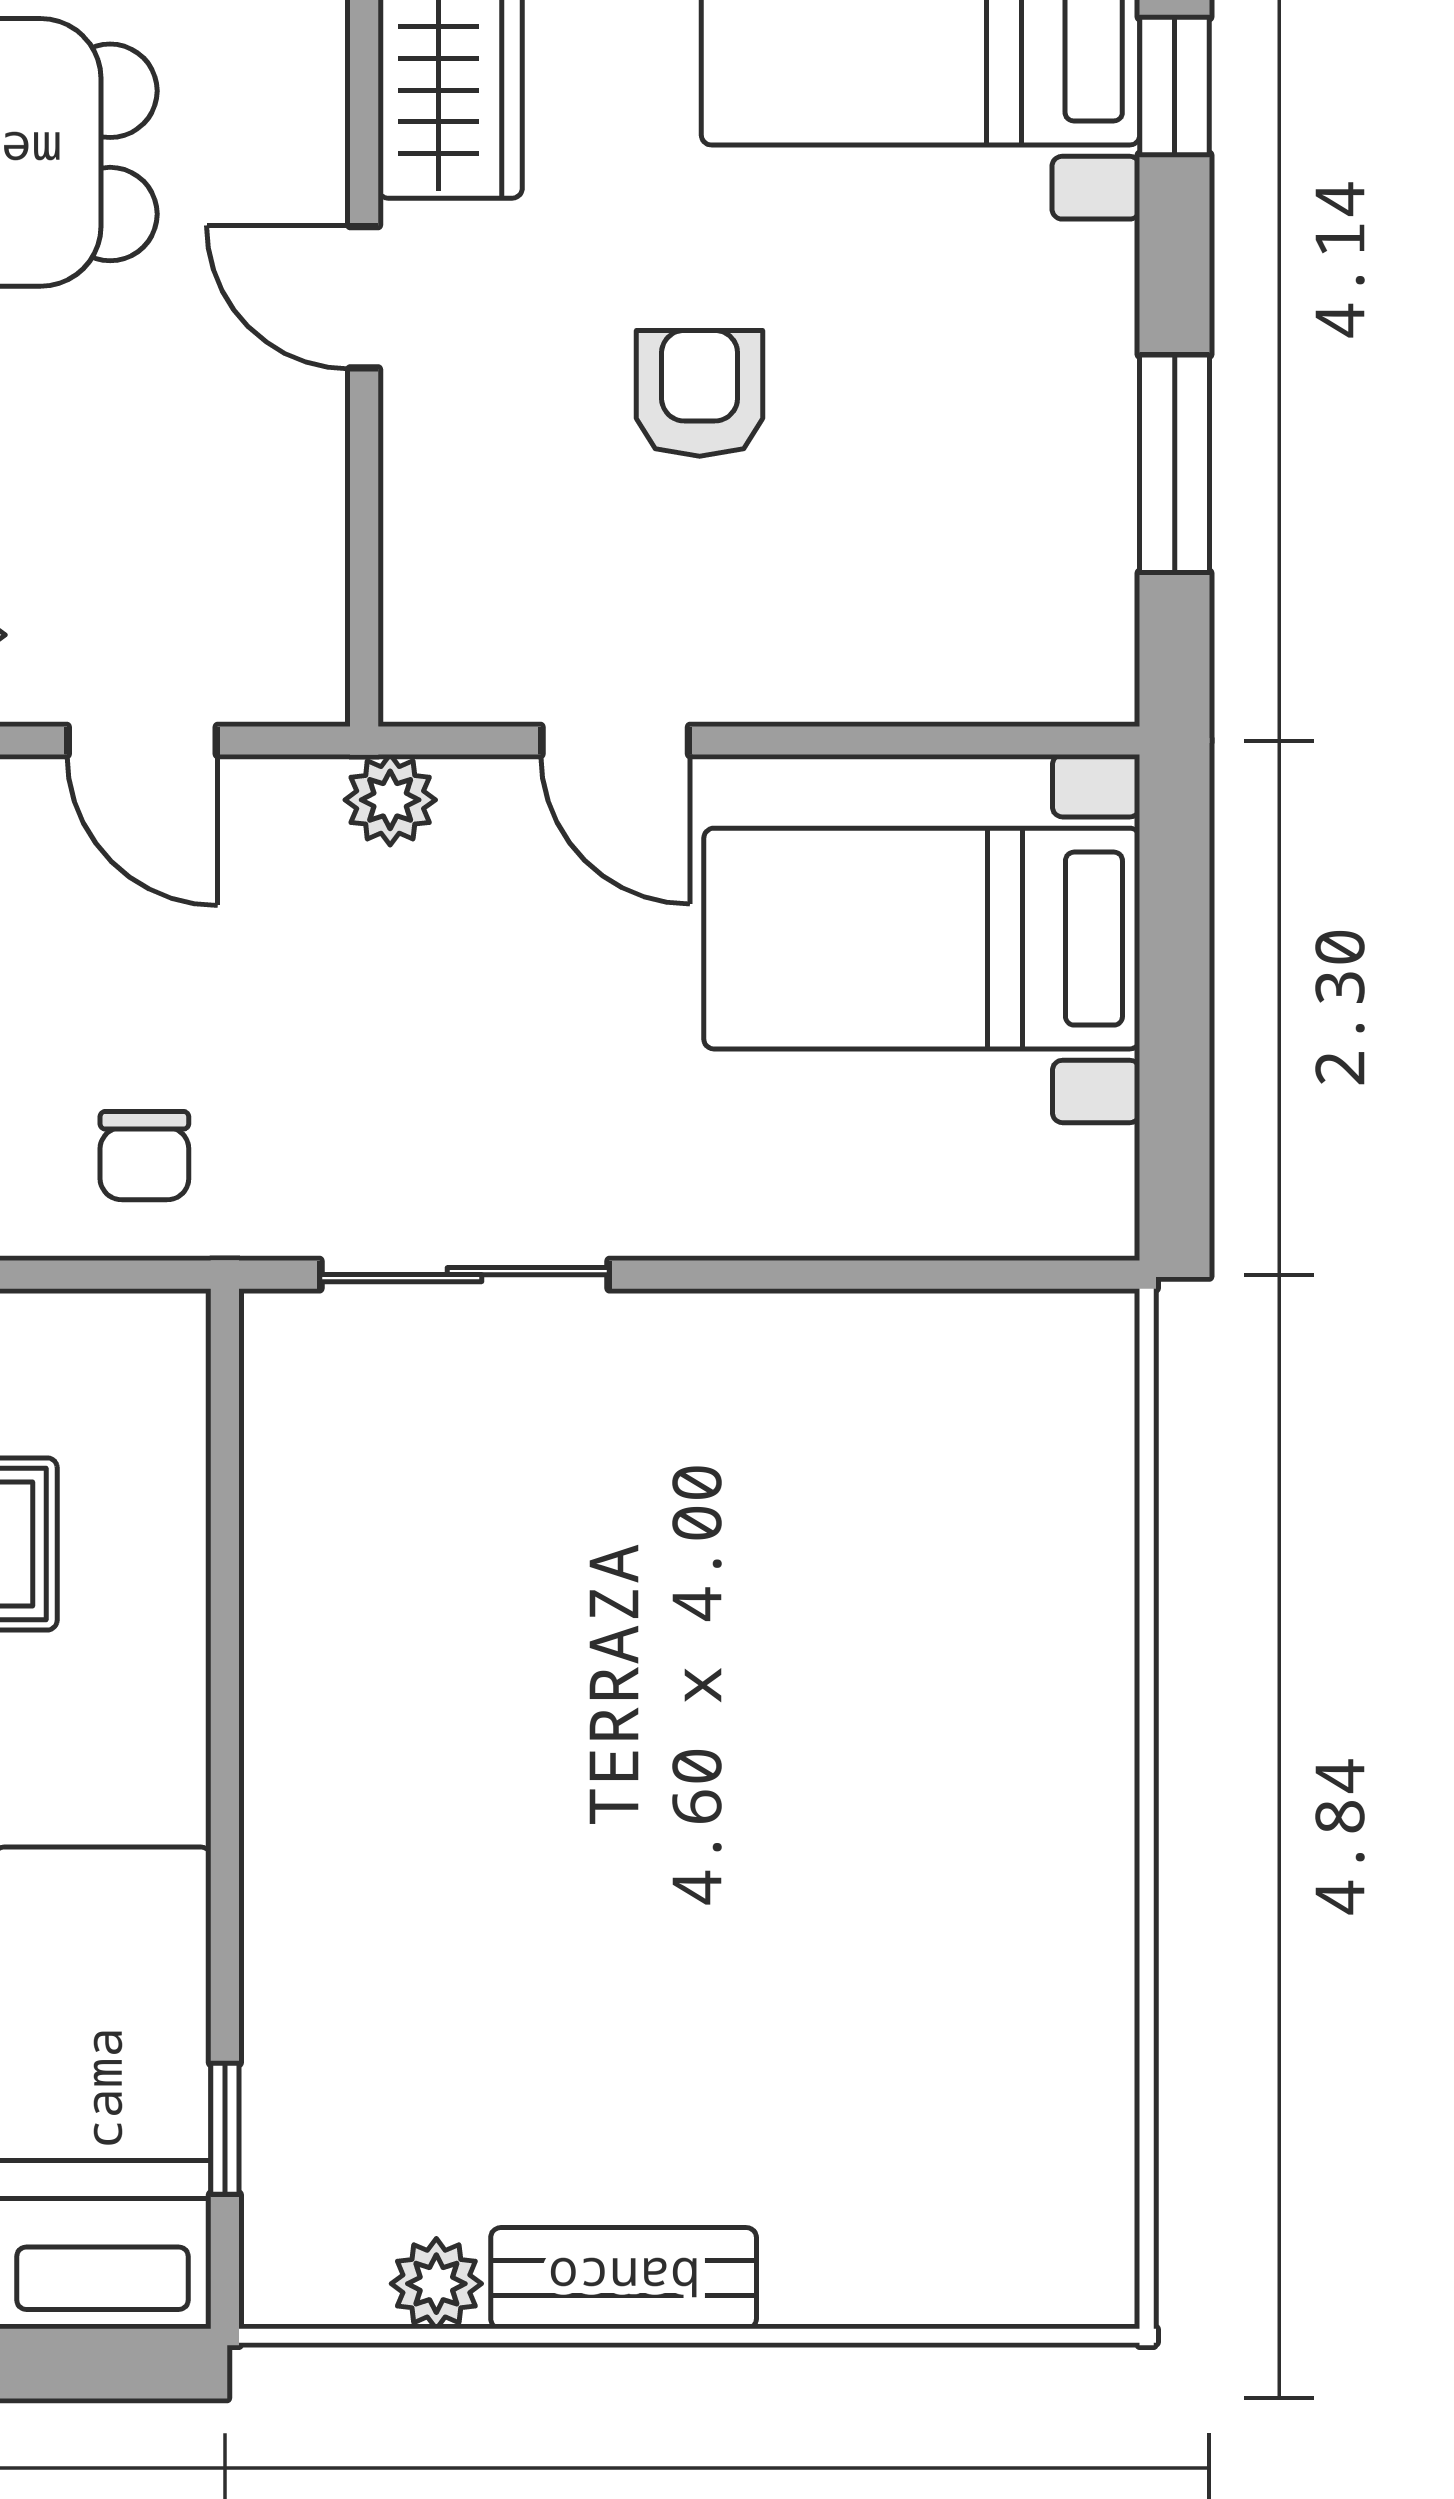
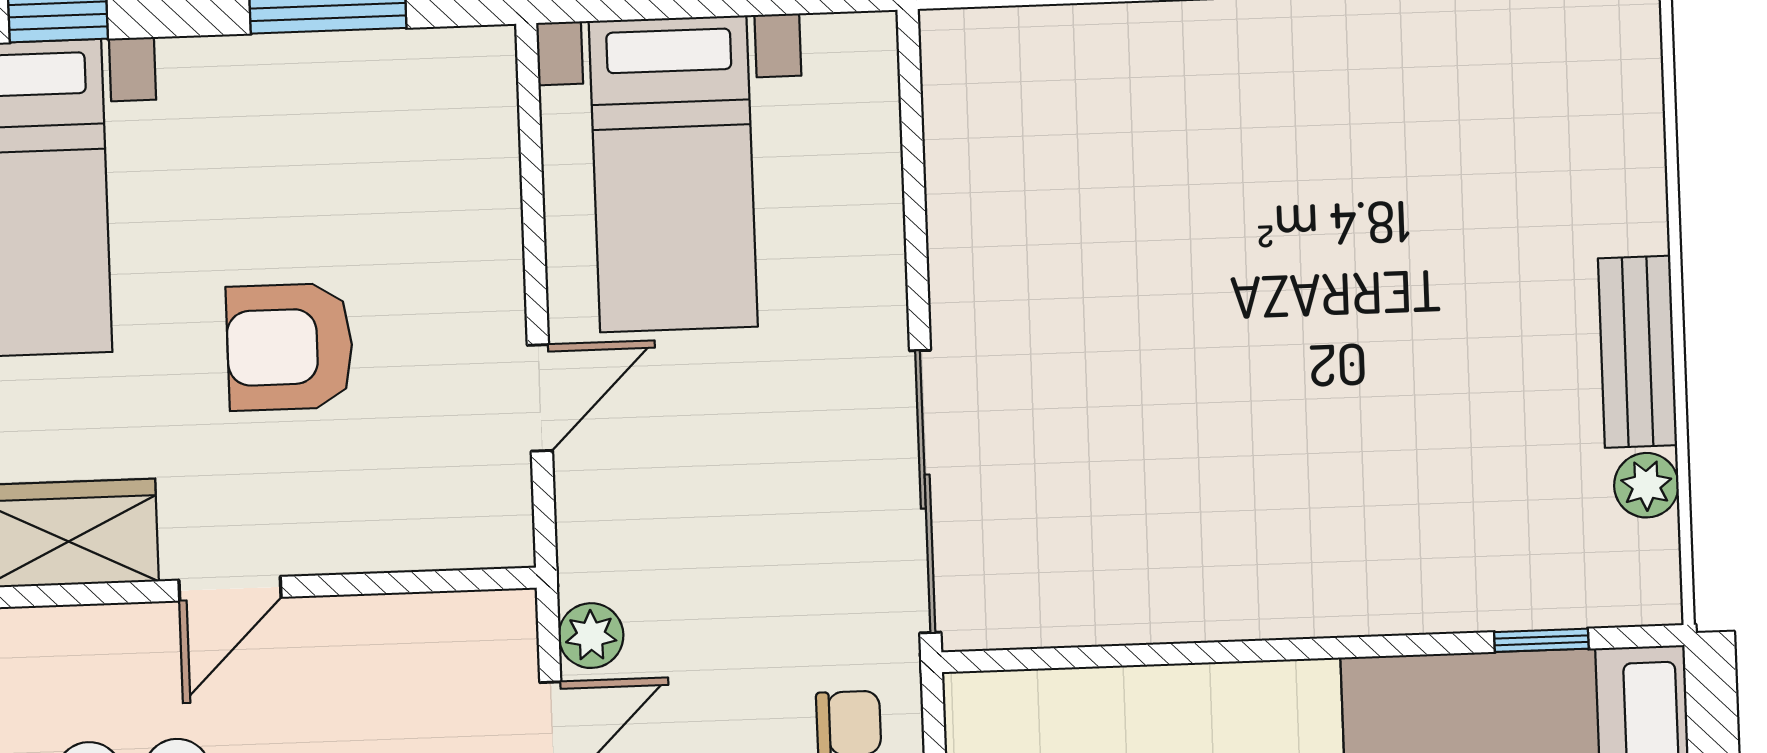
armchair: (700, 393) -> (290, 347), width x1.38, depth x1.38
plant: (390, 800) -> (591, 636), moved
sliding door: (464, 1275) -> (925, 492), width x1.37

